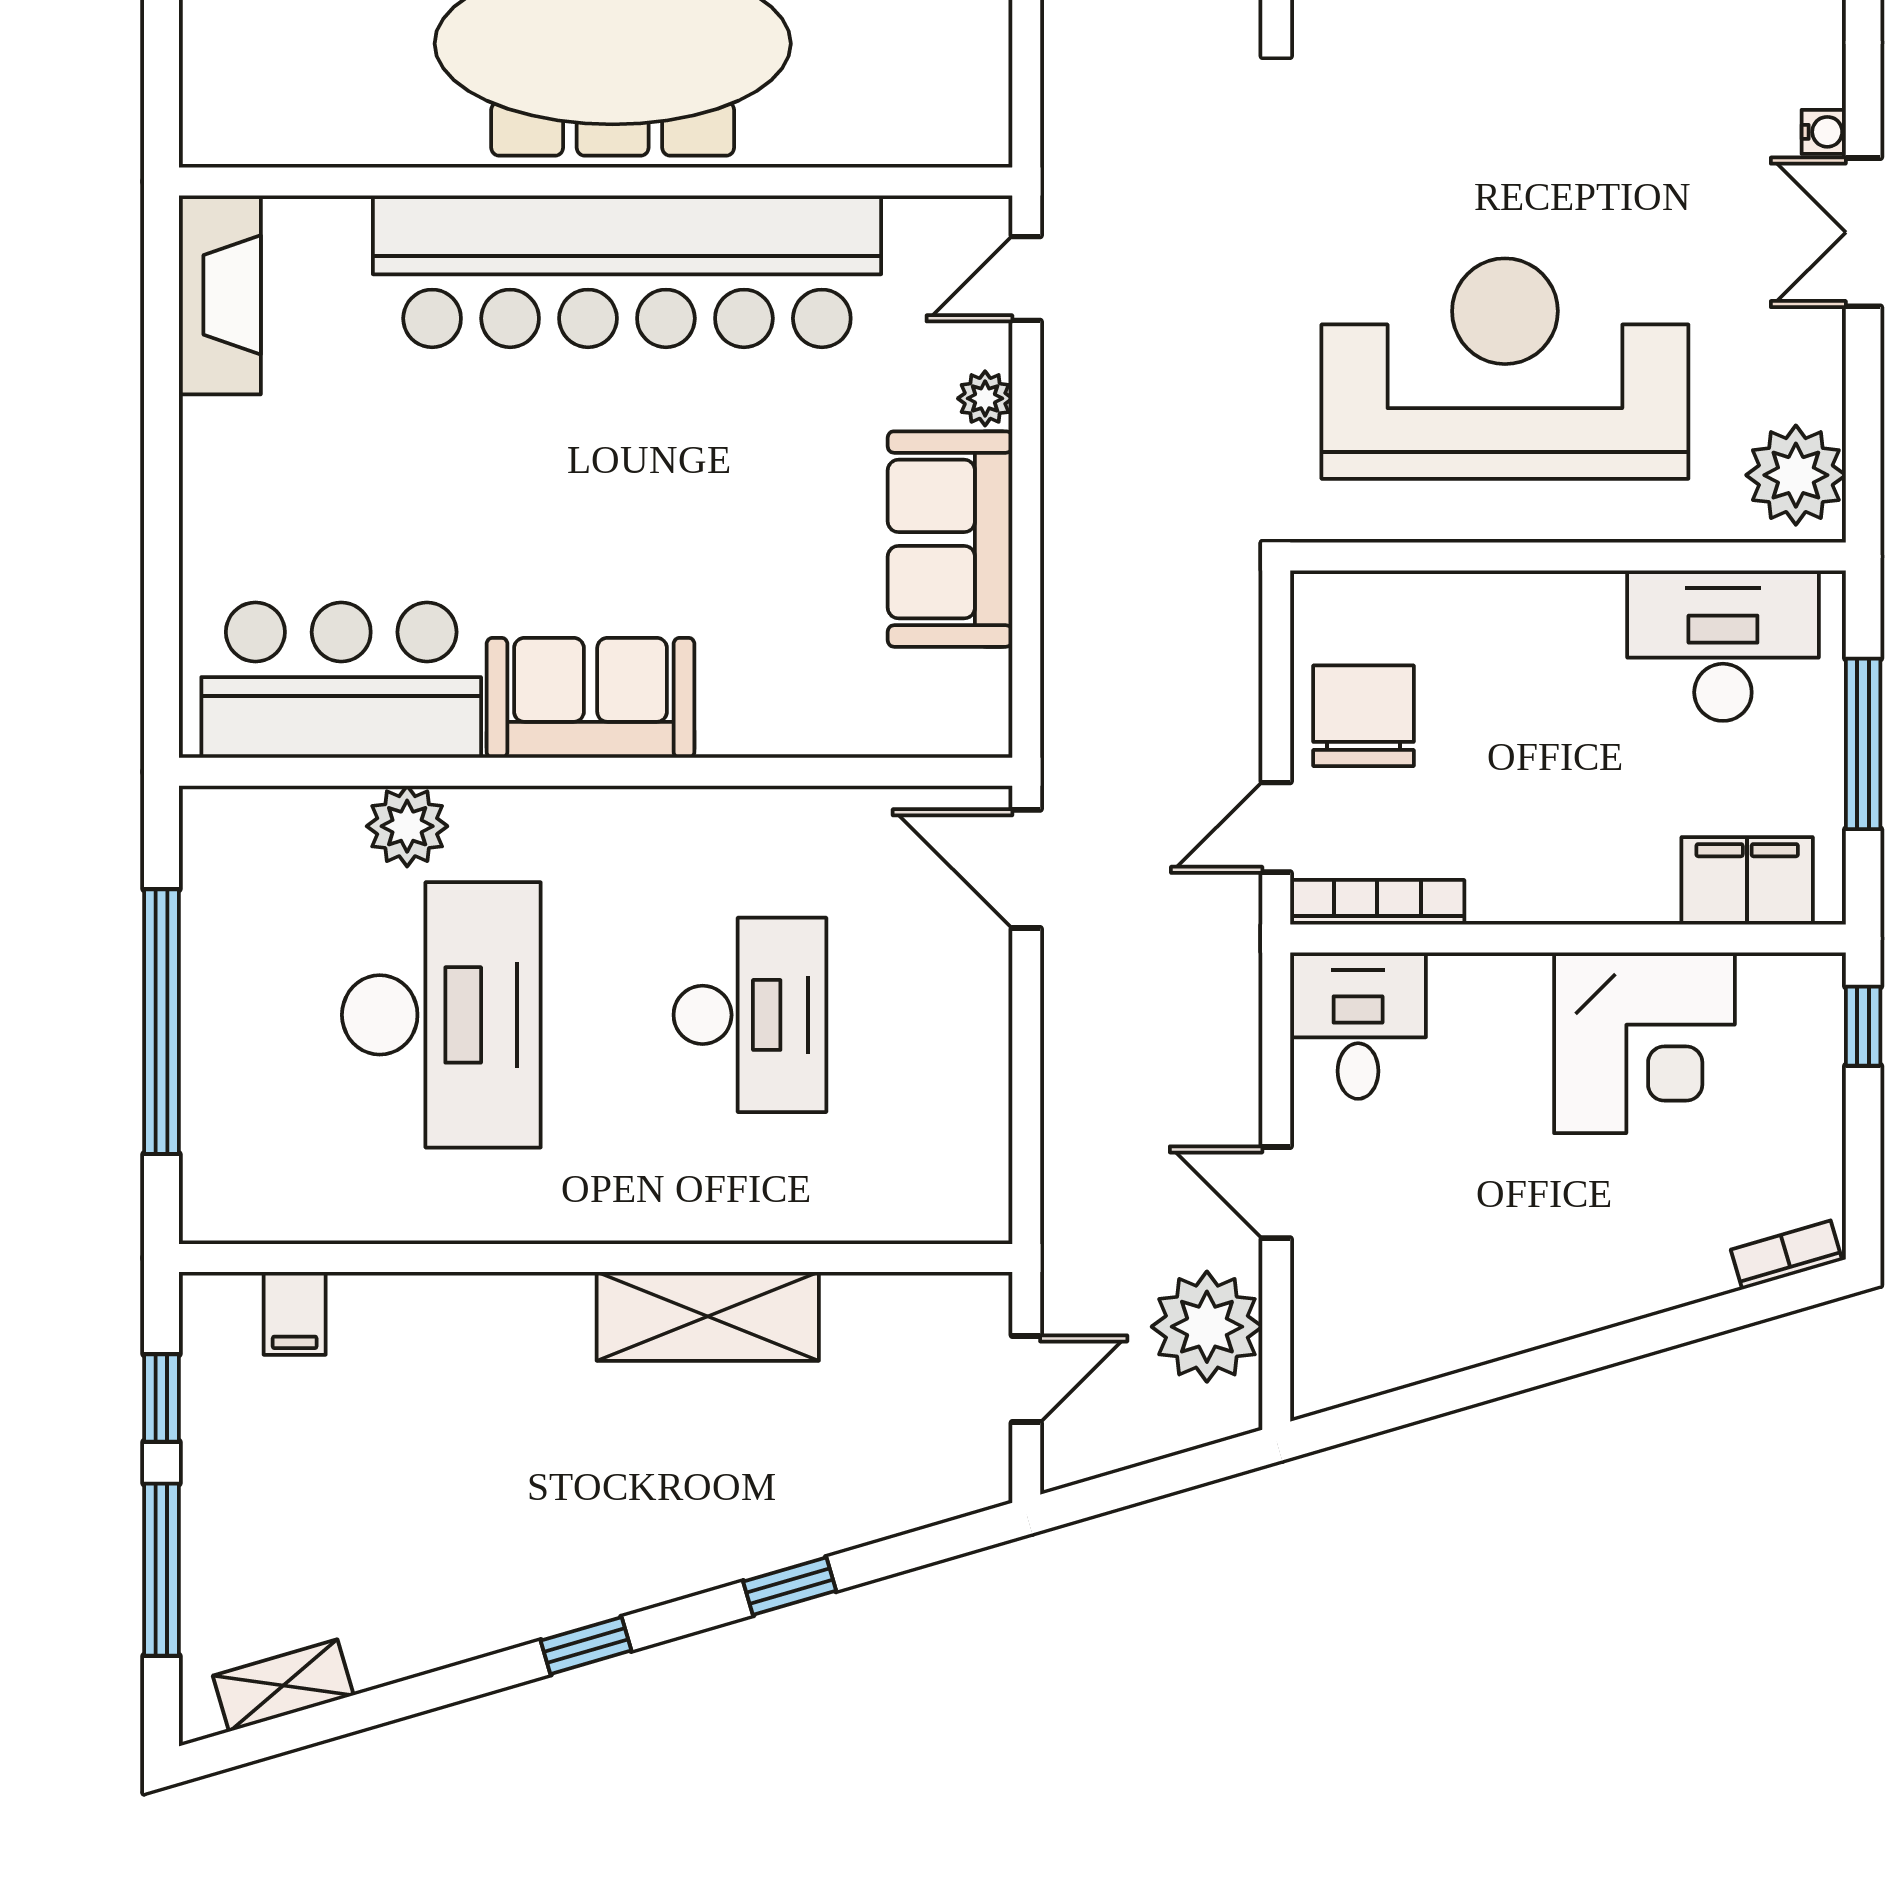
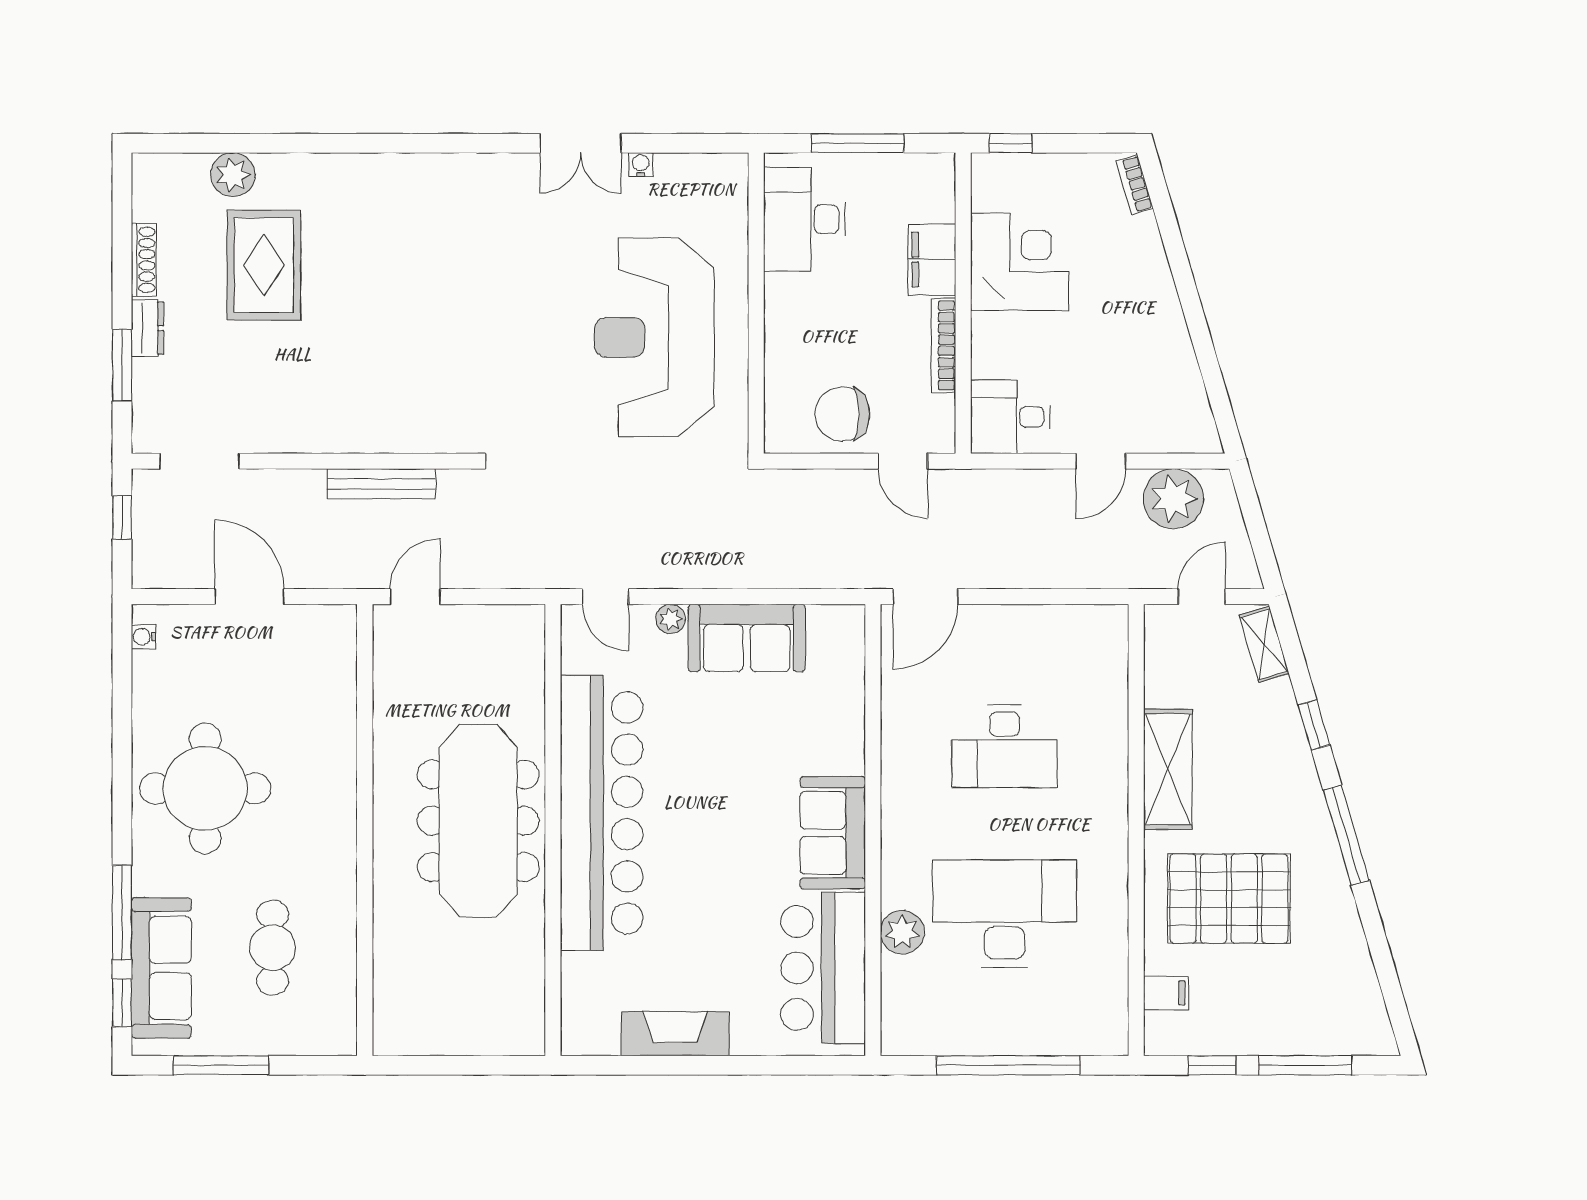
water cooler: (1824, 132) -> (641, 165), moved
fireplace: (220, 295) -> (675, 1034), moved
plant: (1796, 475) -> (712, 180), removed
filing cabinet: (1747, 881) -> (932, 260), moved
bookcase: (1377, 902) -> (944, 345), moved
desk: (750, 1015) -> (1005, 746), turned 180
door: (1026, 1379) -> (1202, 597), hinge flipped
pallet: (469, 1429) -> (1229, 899), added
window: (586, 1646) -> (1346, 835), width x2.17
shelving: (283, 1685) -> (1264, 644), moved

